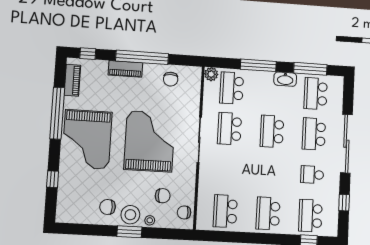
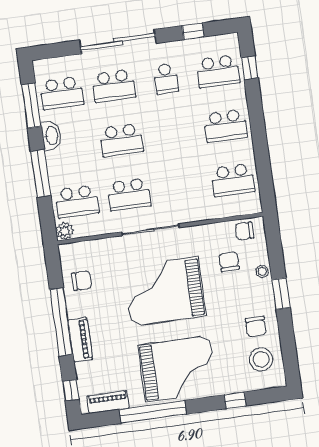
chair: (184, 212) -> (244, 231), turned 90
stool: (130, 215) -> (261, 359), moved

